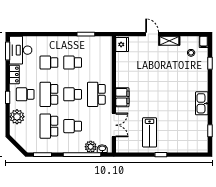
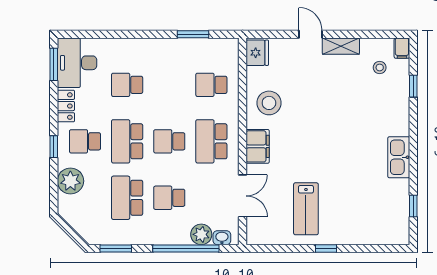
school desk: (73, 63) -> (211, 85), moved
stool: (129, 73) -> (269, 103), added

